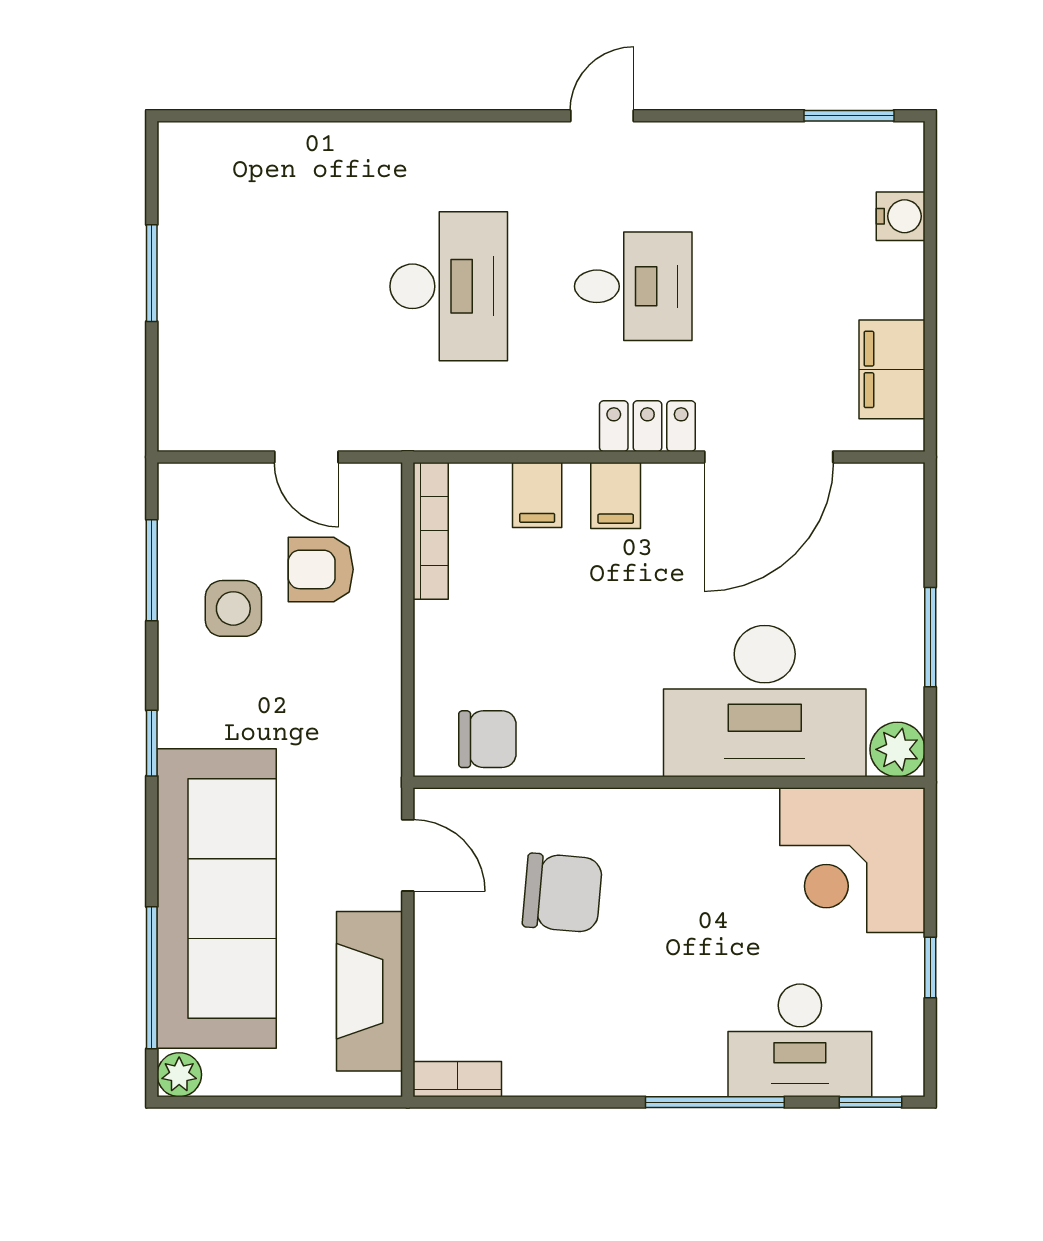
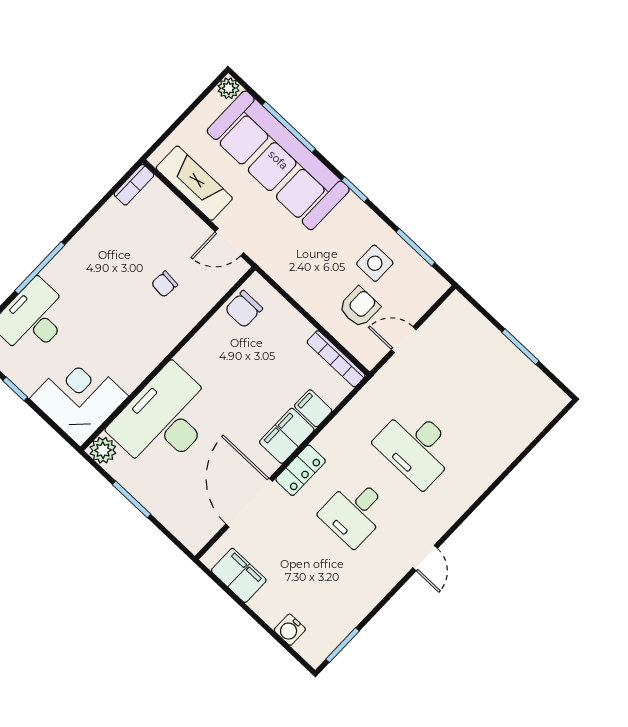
filing cabinet: (616, 495) -> (287, 436), width x2.00
chair: (562, 893) -> (164, 284), width x0.54, depth x0.54
window: (152, 978) -> (289, 127), moved

